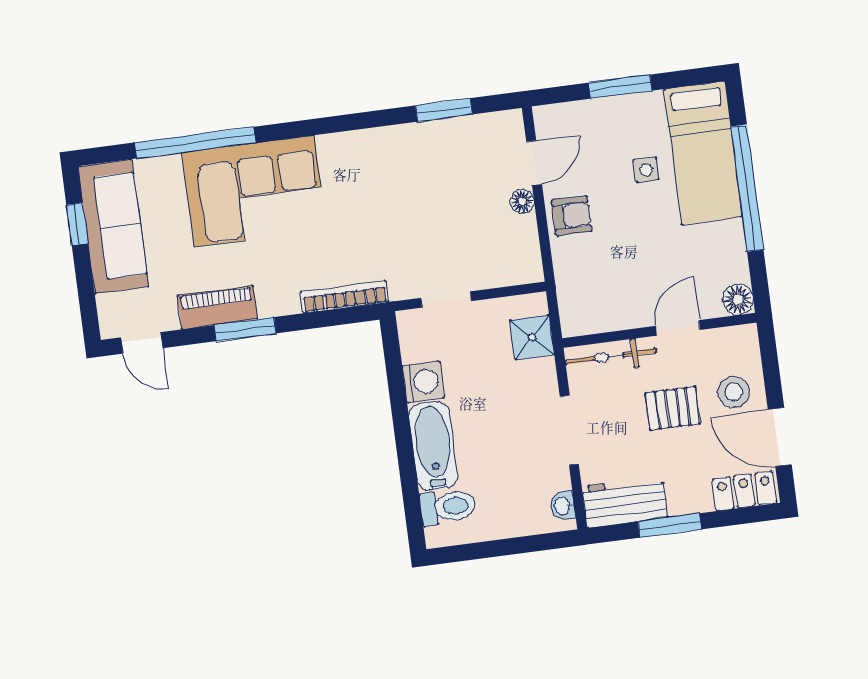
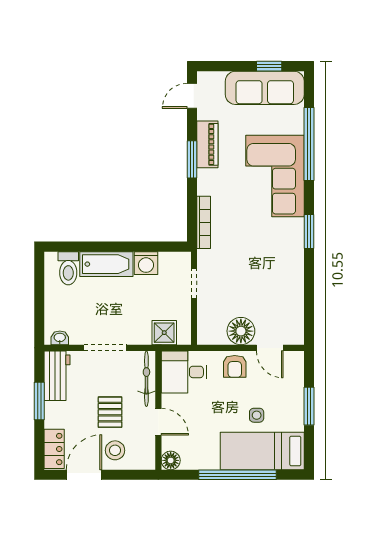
window: (444, 110) -> (309, 231), moved
floor lamp: (522, 201) -> (241, 331), width x1.89, depth x1.89
desk: (592, 297) -> (184, 372), added

